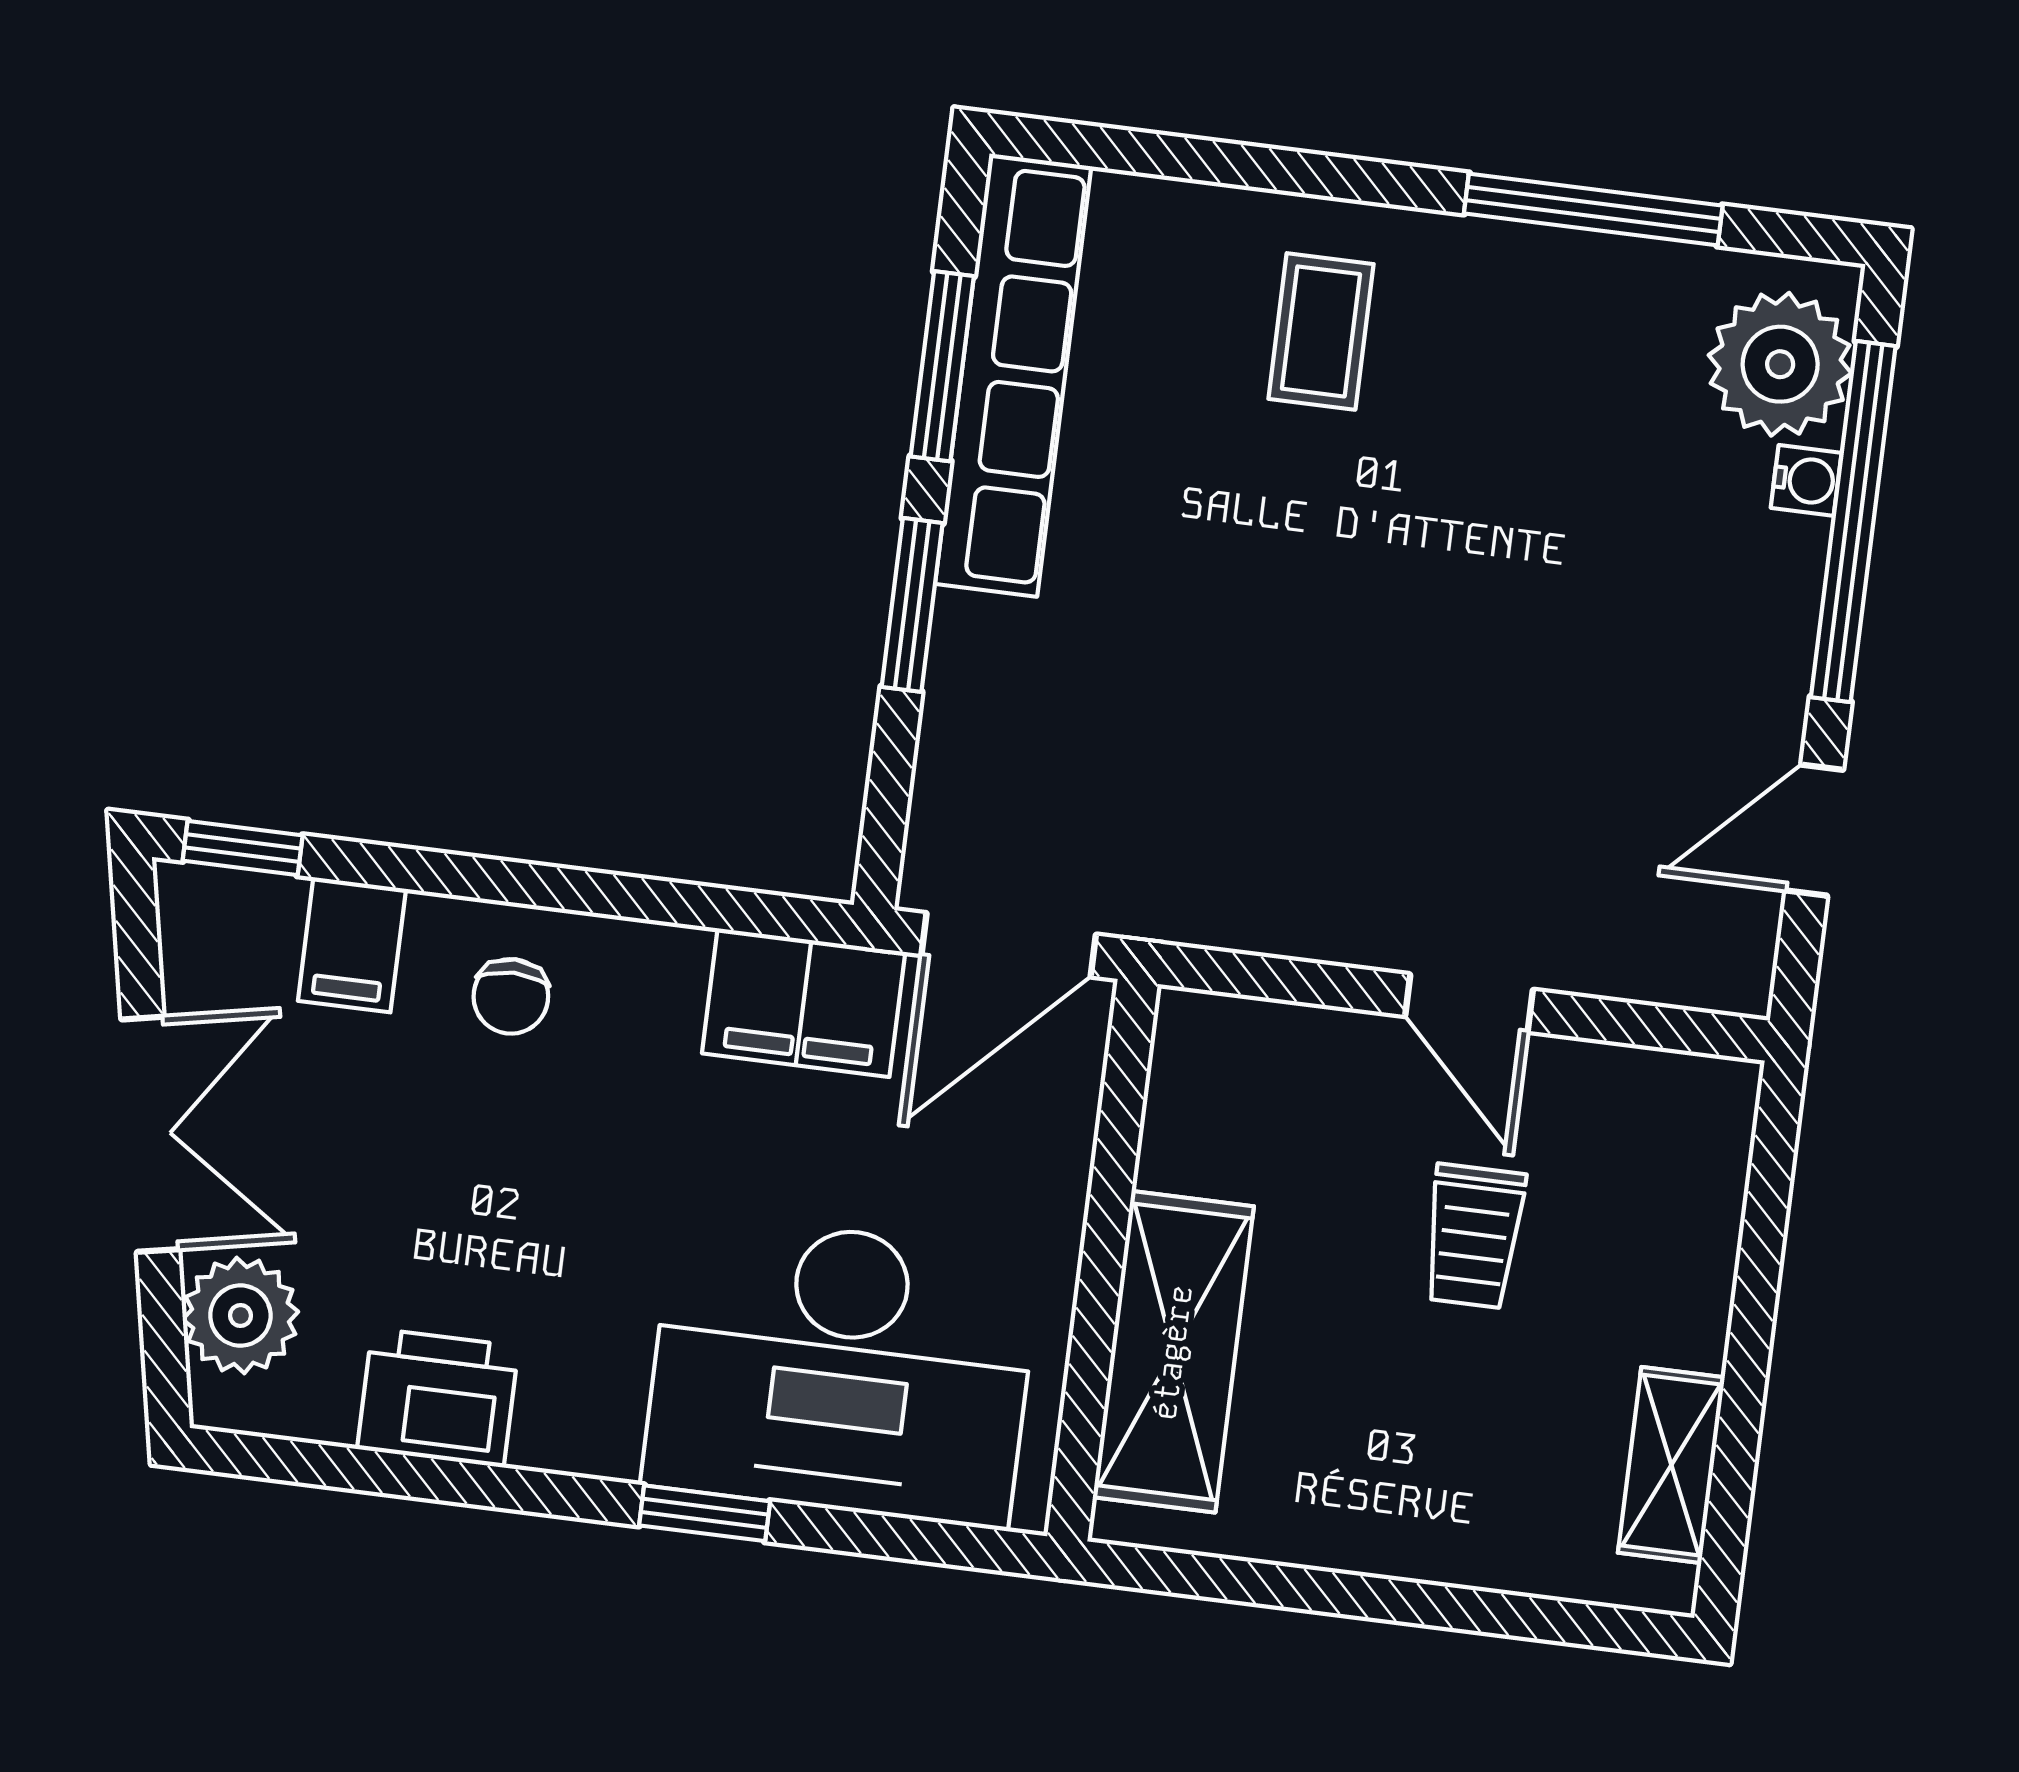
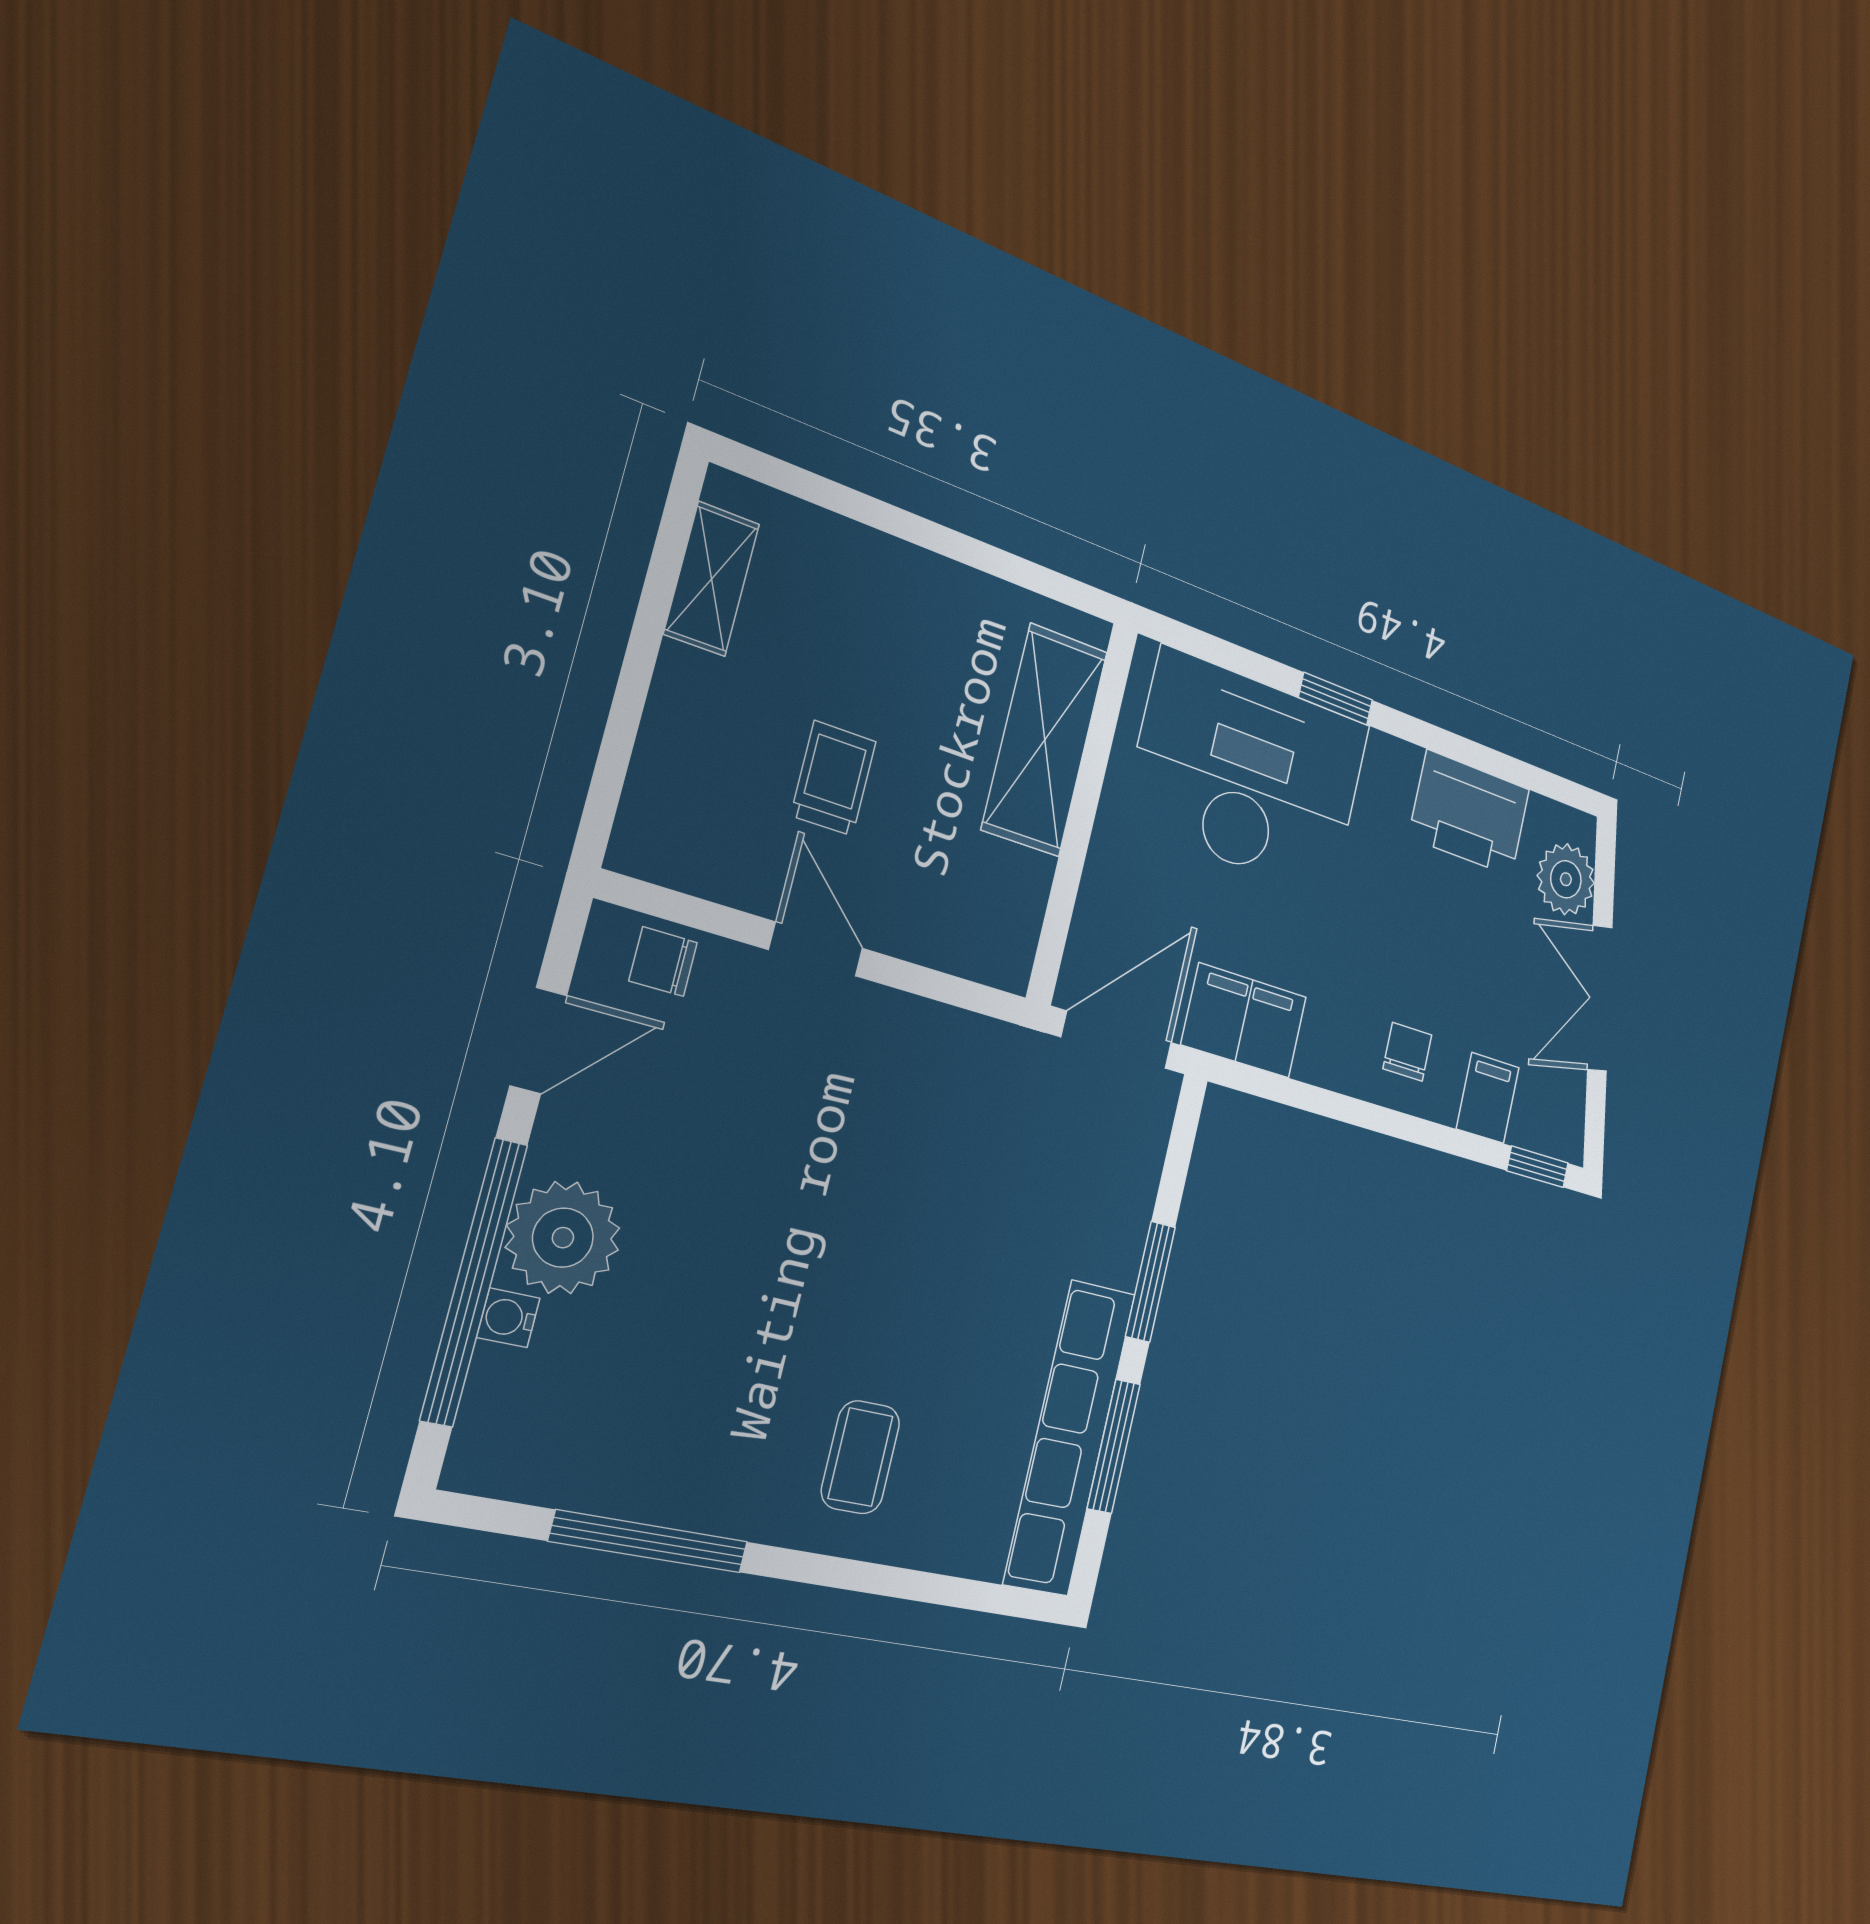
plant: (1780, 364) -> (563, 1238), moved
chair: (1671, 954) -> (663, 962), added
printer: (438, 1398) -> (1470, 813), width x1.37, depth x1.19

